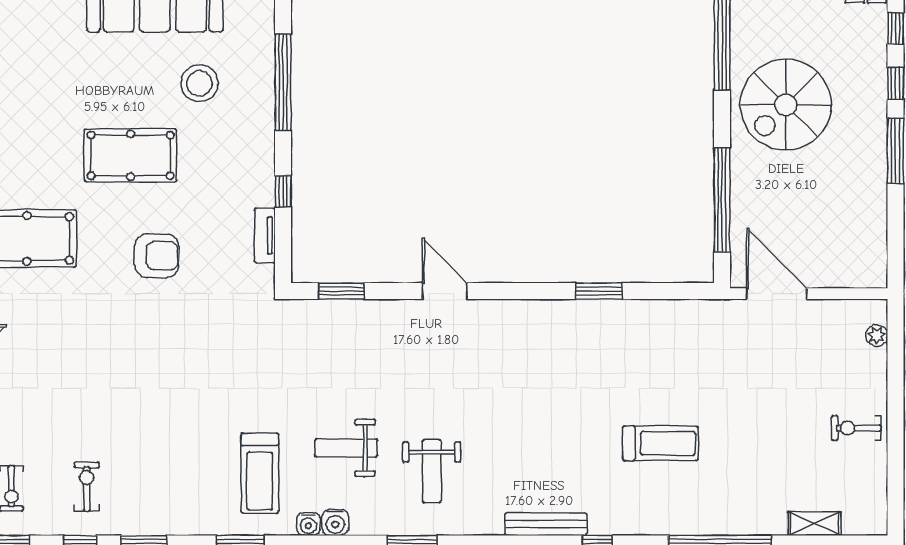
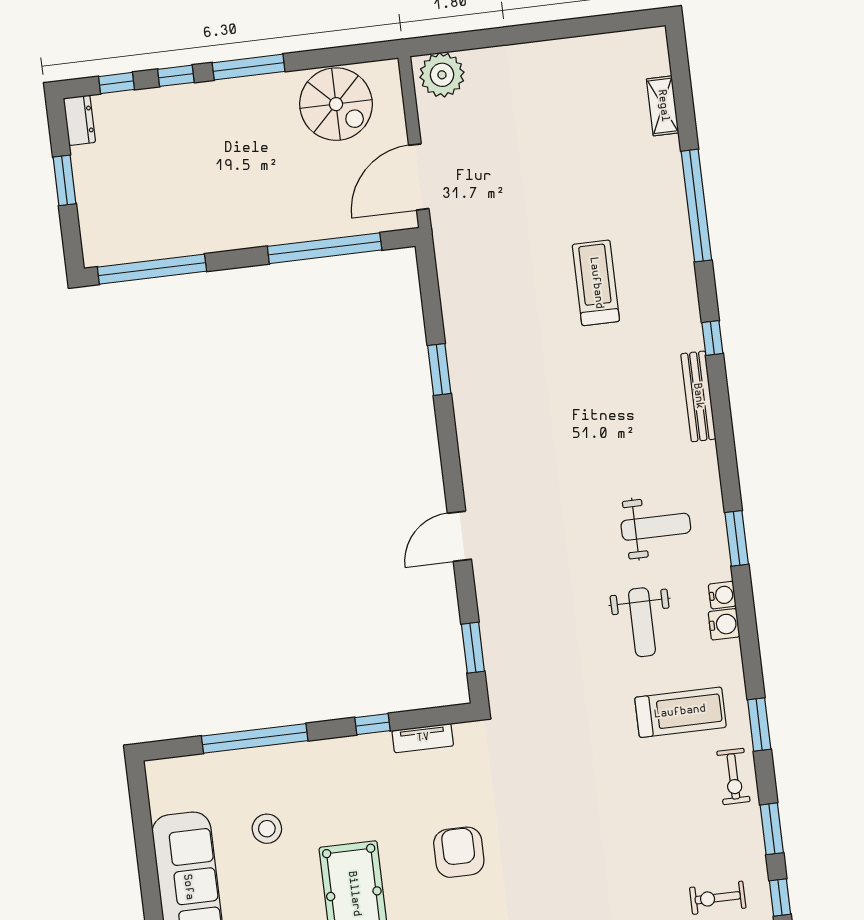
stool: (199, 83) -> (267, 829), width x0.73, depth x0.73
spiral stairs: (786, 105) -> (336, 104), moved, width x0.73, depth x0.73
plant: (877, 336) -> (442, 75), width x1.87, depth x1.87
exercise bike: (857, 428) -> (733, 776), moved
water cooler: (308, 524) -> (722, 595), moved

